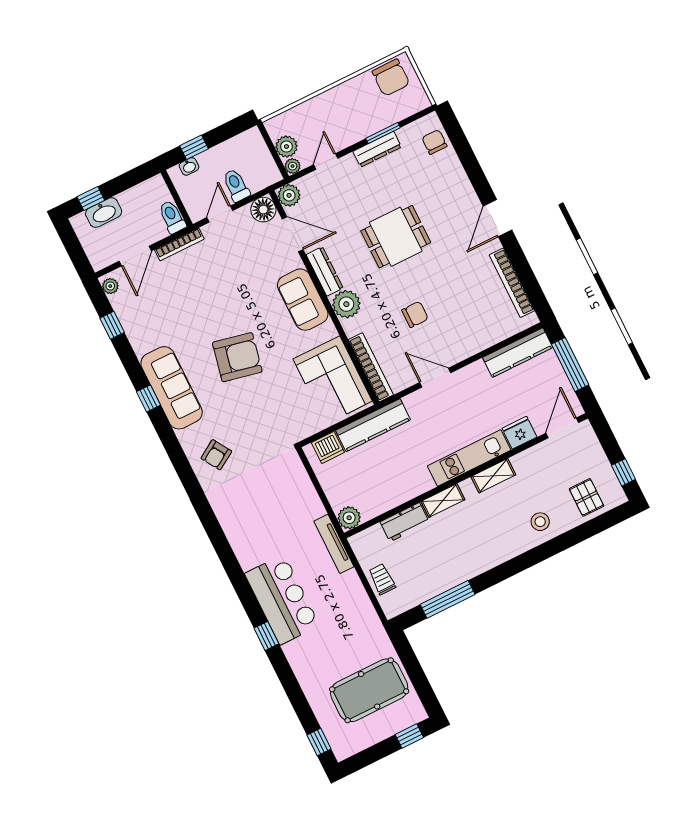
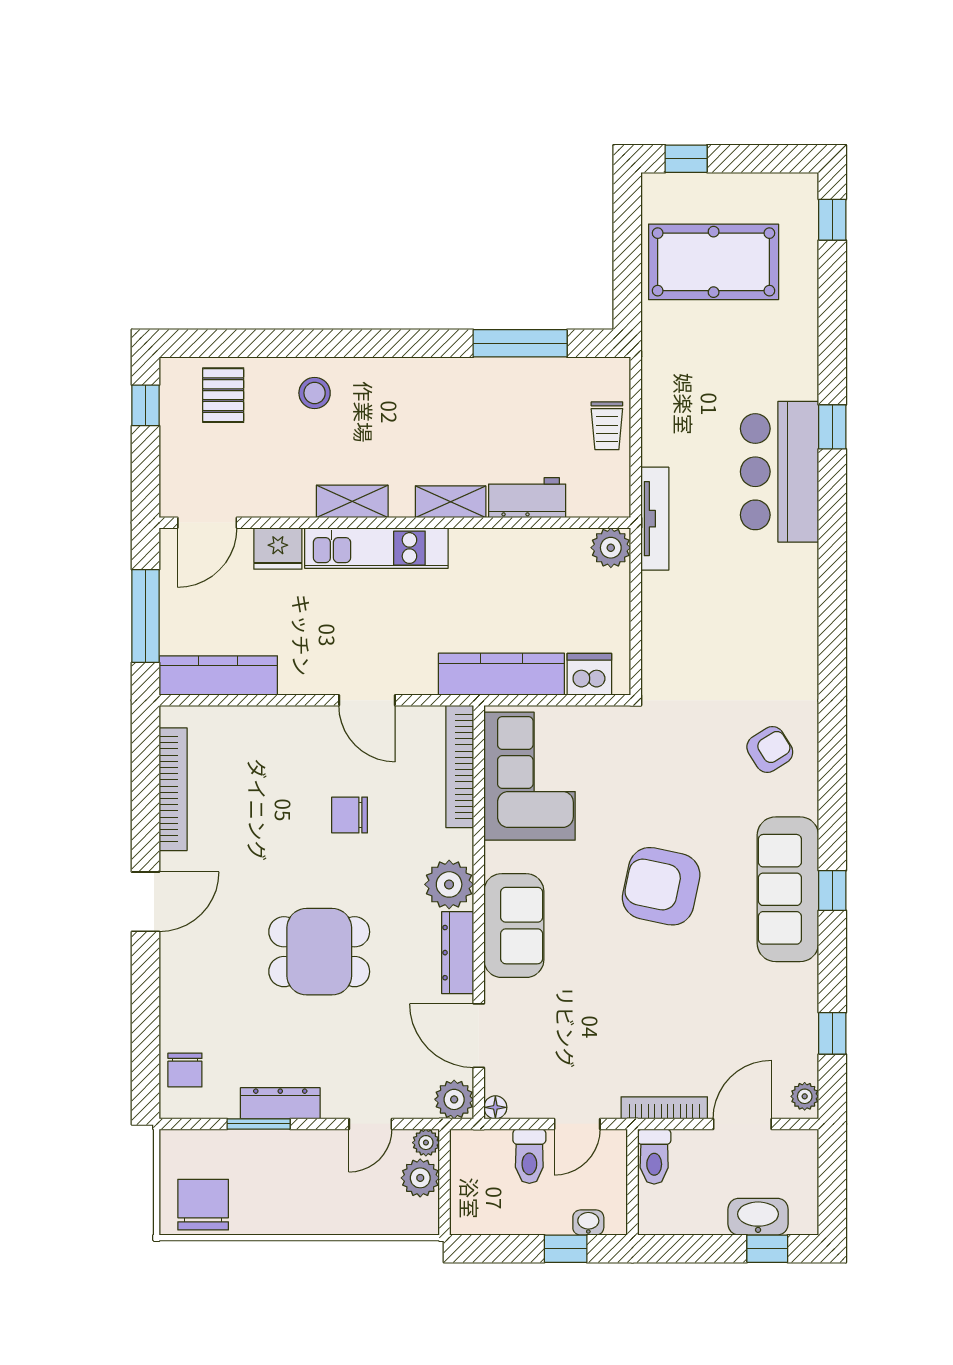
floor lamp: (263, 210) -> (495, 1107), width x0.53, depth x0.53

